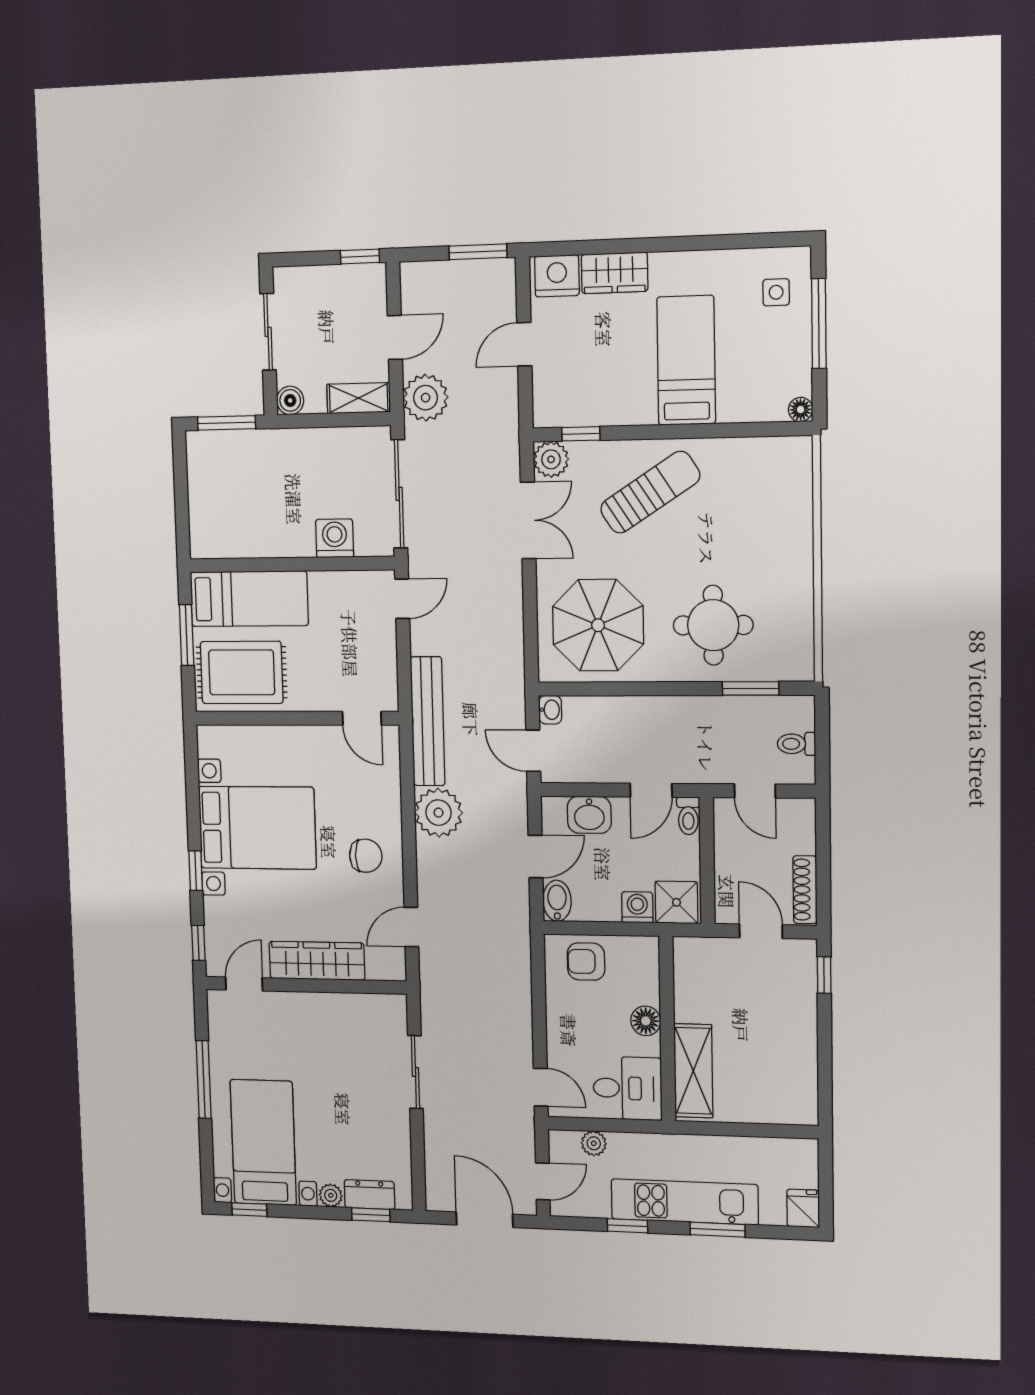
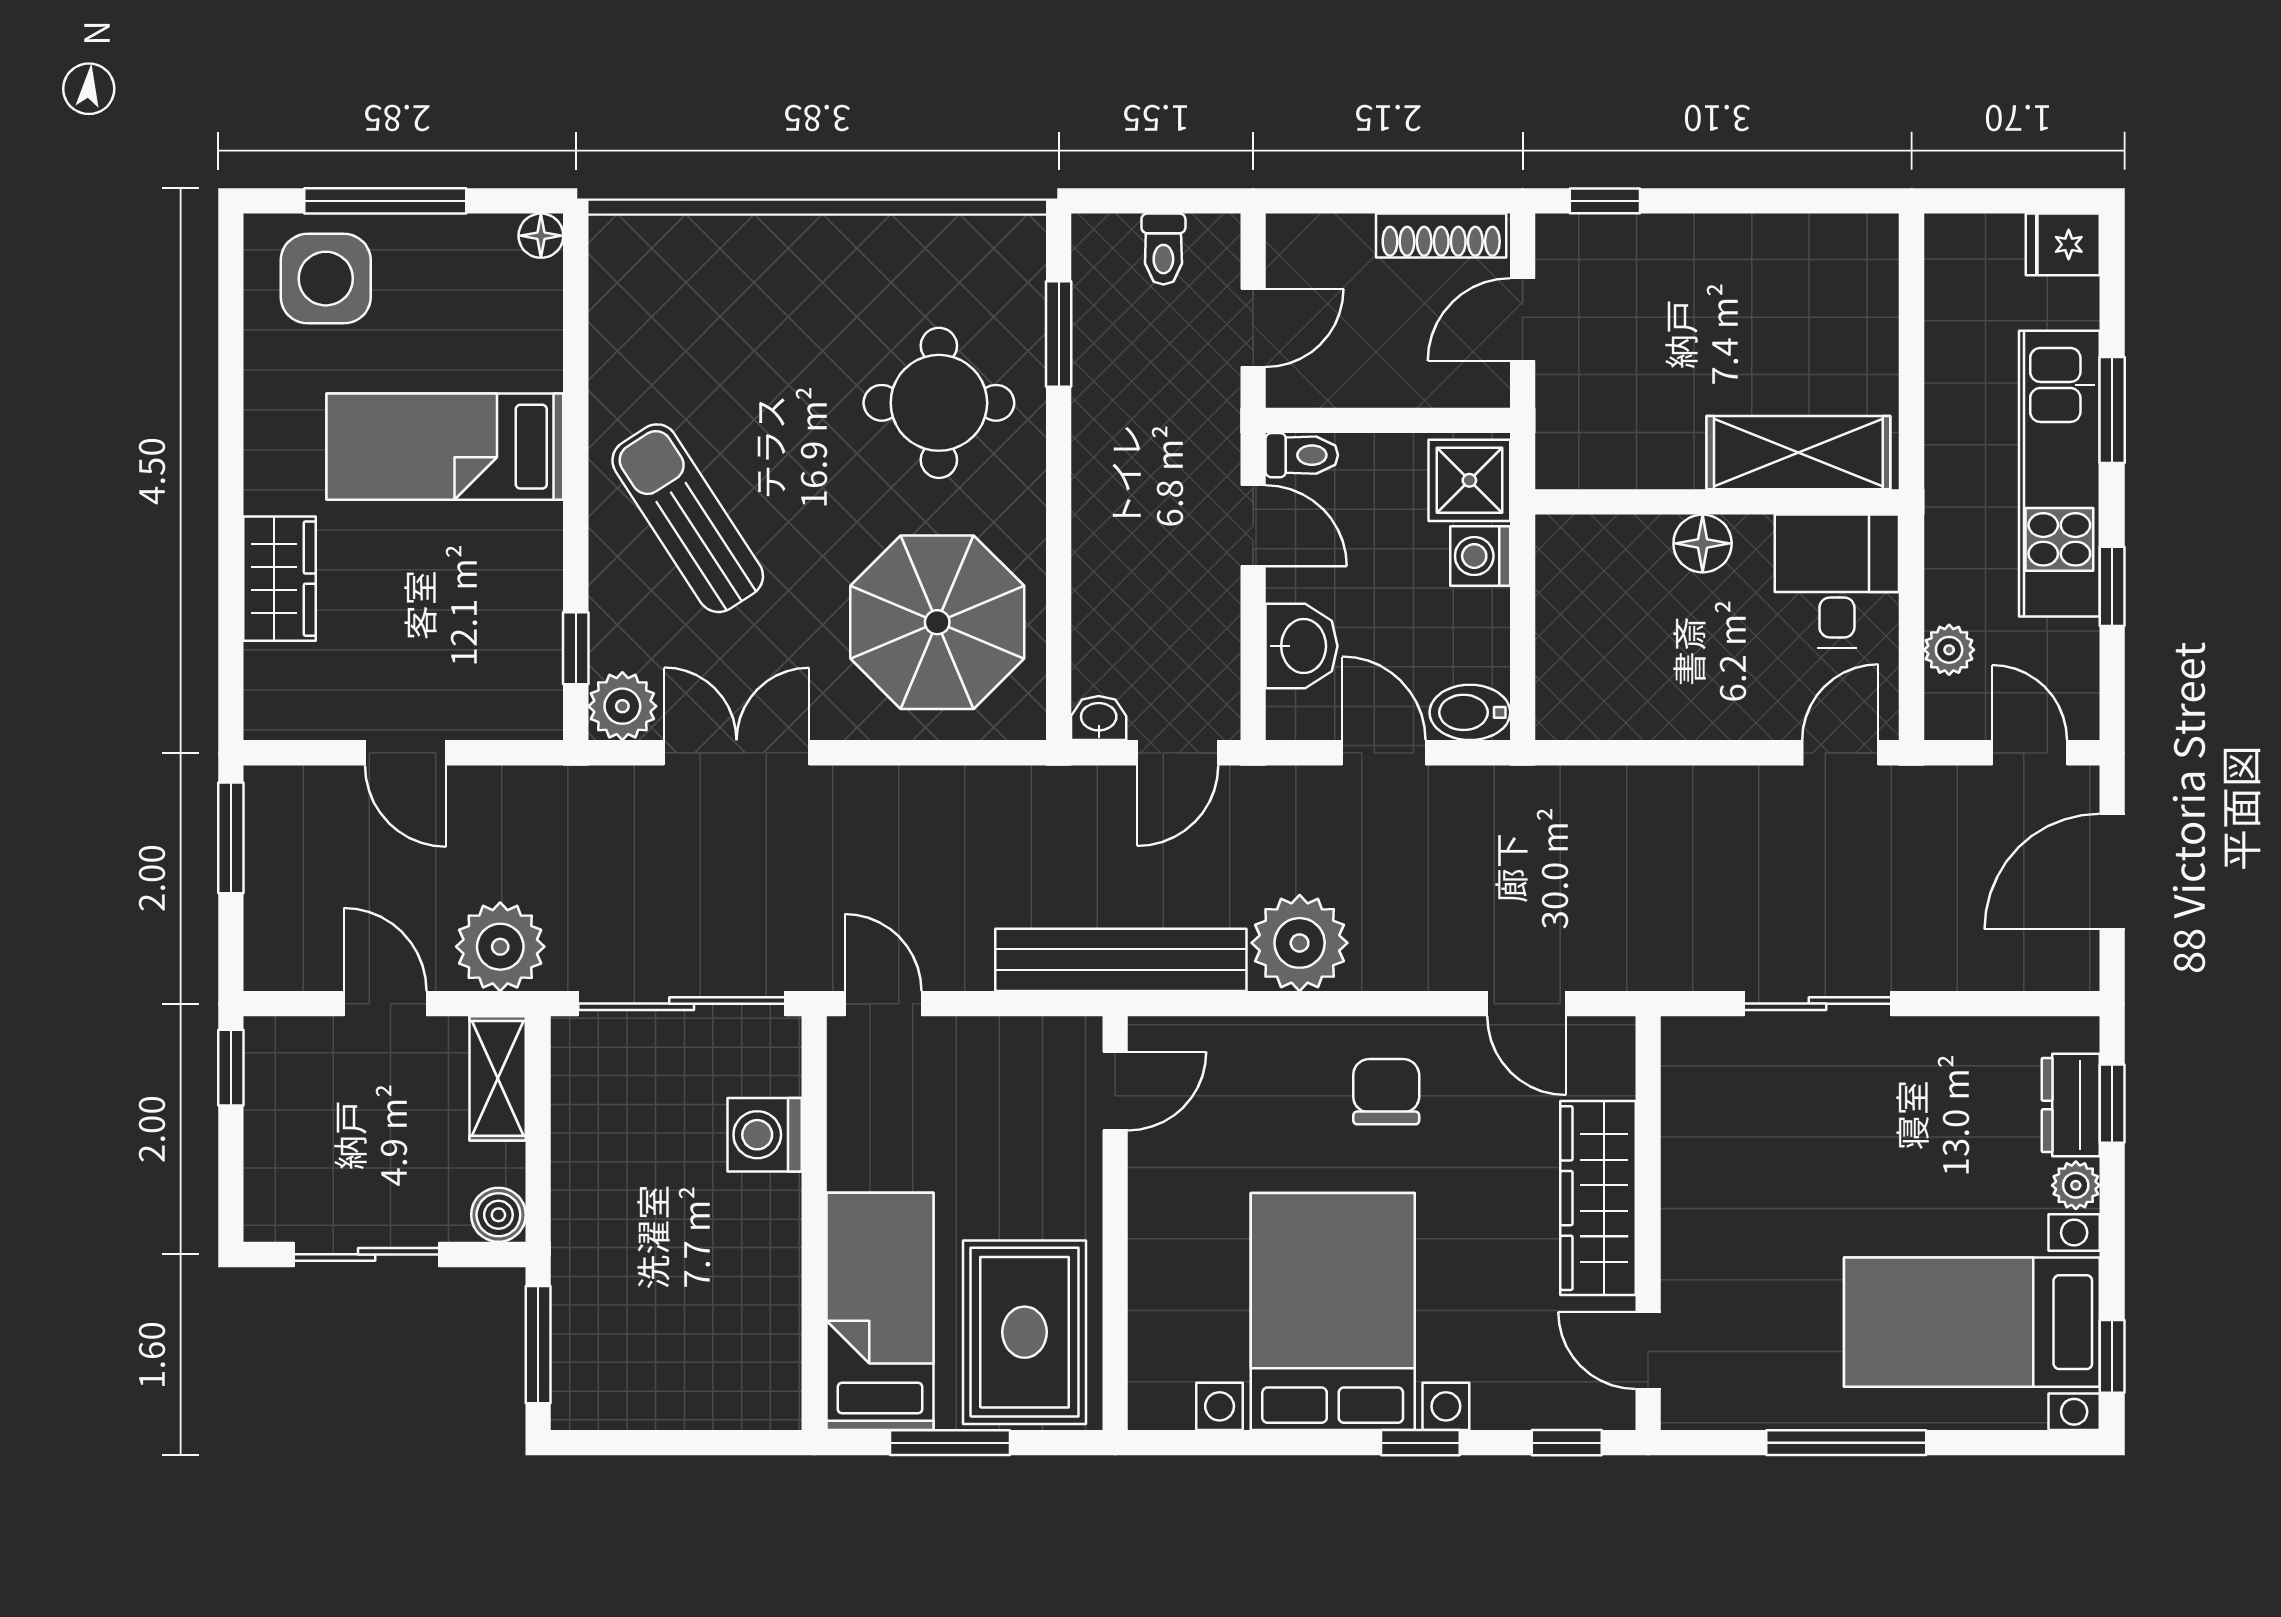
nightstand: (557, 276) -> (281, 688), removed
side table: (776, 292) -> (326, 279), width x1.87, depth x1.87
armchair: (586, 962) -> (1588, 658), removed

